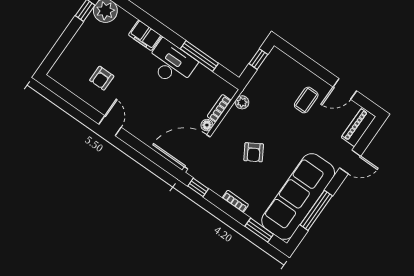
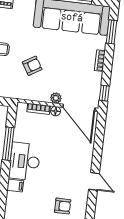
filing cabinet: (145, 35) -> (15, 186), width x0.50
plant: (242, 102) -> (56, 98), moved
door: (110, 126) -> (94, 181), swing flipped
armchair: (254, 152) -> (32, 66), moved

